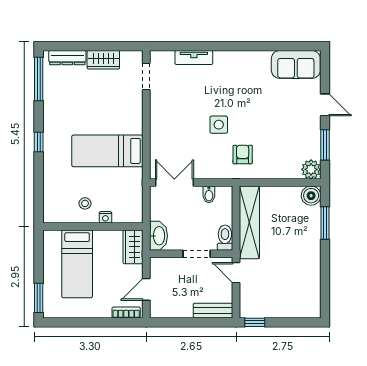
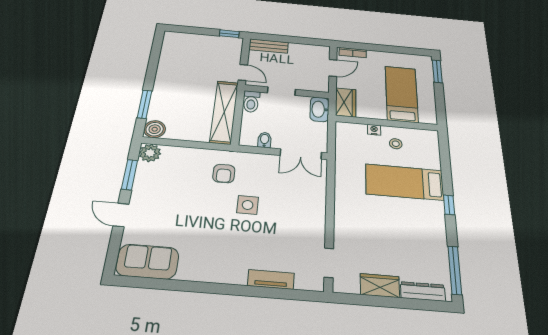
bed: (107, 151) -> (404, 182), moved, turned 180

